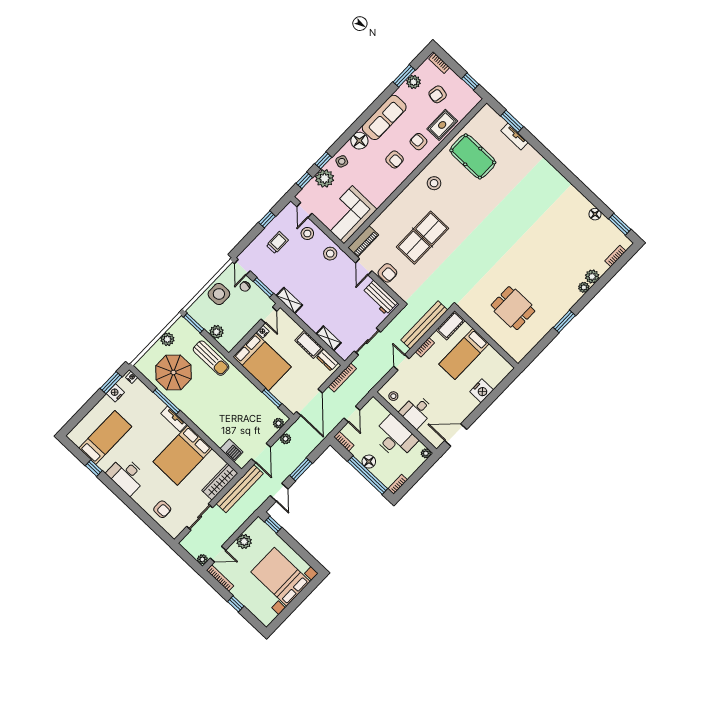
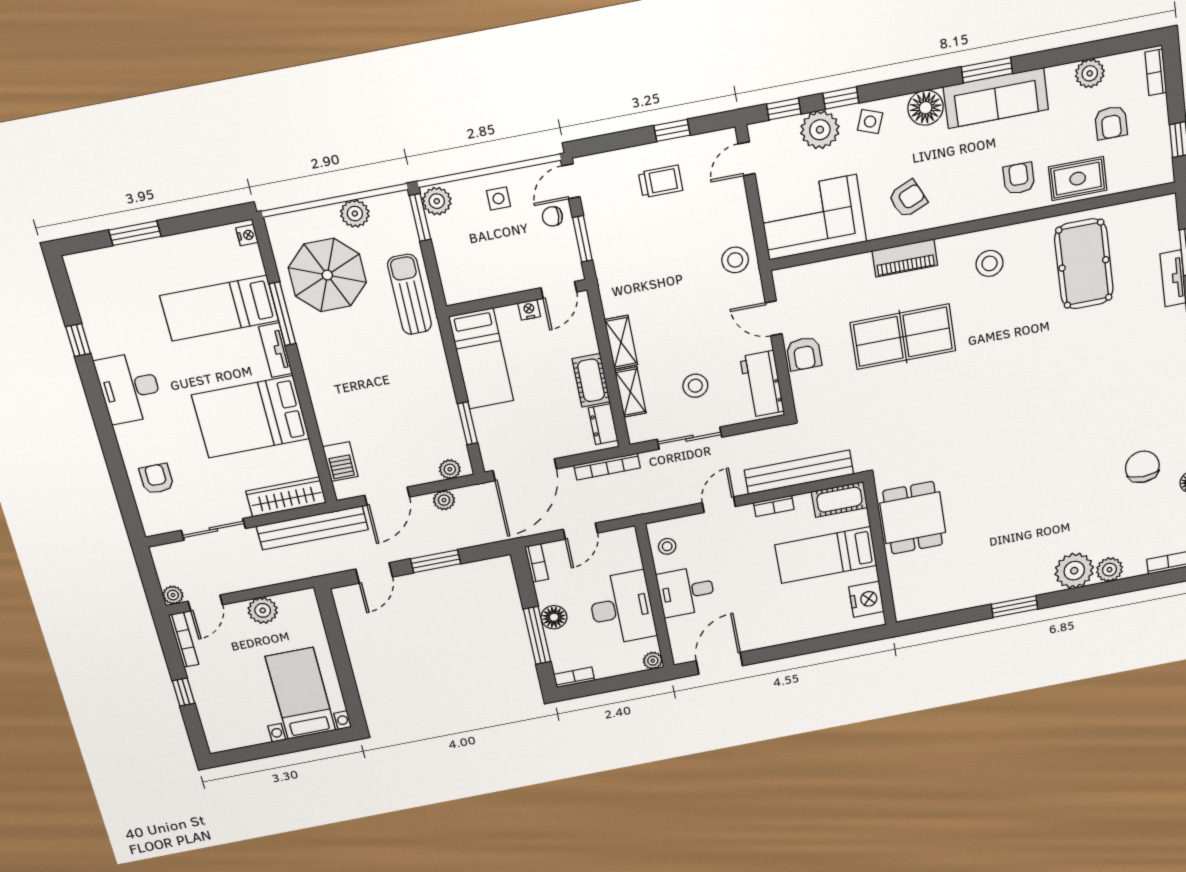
window: (404, 76) -> (987, 70), moved
armchair: (438, 94) -> (1111, 123), turned -100
armchair: (395, 160) -> (908, 199), moved, turned -114
chair: (568, 222) -> (1142, 467), added
stool: (307, 234) -> (695, 386), moved
piano: (363, 241) -> (905, 258), moved
door: (364, 267) -> (774, 318), hinge flipped
plant: (584, 287) -> (1074, 571), width x1.87, depth x1.87
side table: (219, 294) -> (498, 198), width x0.54, depth x0.54
shelving: (289, 300) -> (621, 342), moved
dining table: (513, 308) -> (913, 518), moved
plant: (217, 332) -> (437, 201), moved
sun lounger: (211, 358) -> (410, 294), turned 180
bed: (262, 362) -> (481, 359), width x0.67
window: (111, 383) -> (135, 233), moved
nightstand: (482, 391) -> (866, 599), moved, turned -90
nightstand: (115, 393) -> (200, 242), removed
door: (456, 435) -> (719, 663), hinge flipped
bed: (105, 437) -> (219, 308), moved, turned 180
window: (368, 475) -> (537, 635), width x0.68
armchair: (162, 509) -> (157, 479), turned 180
window: (273, 525) -> (329, 614), removed
door: (218, 554) -> (205, 603), hinge flipped
bed with nightstands: (281, 577) -> (301, 694), width x0.73

